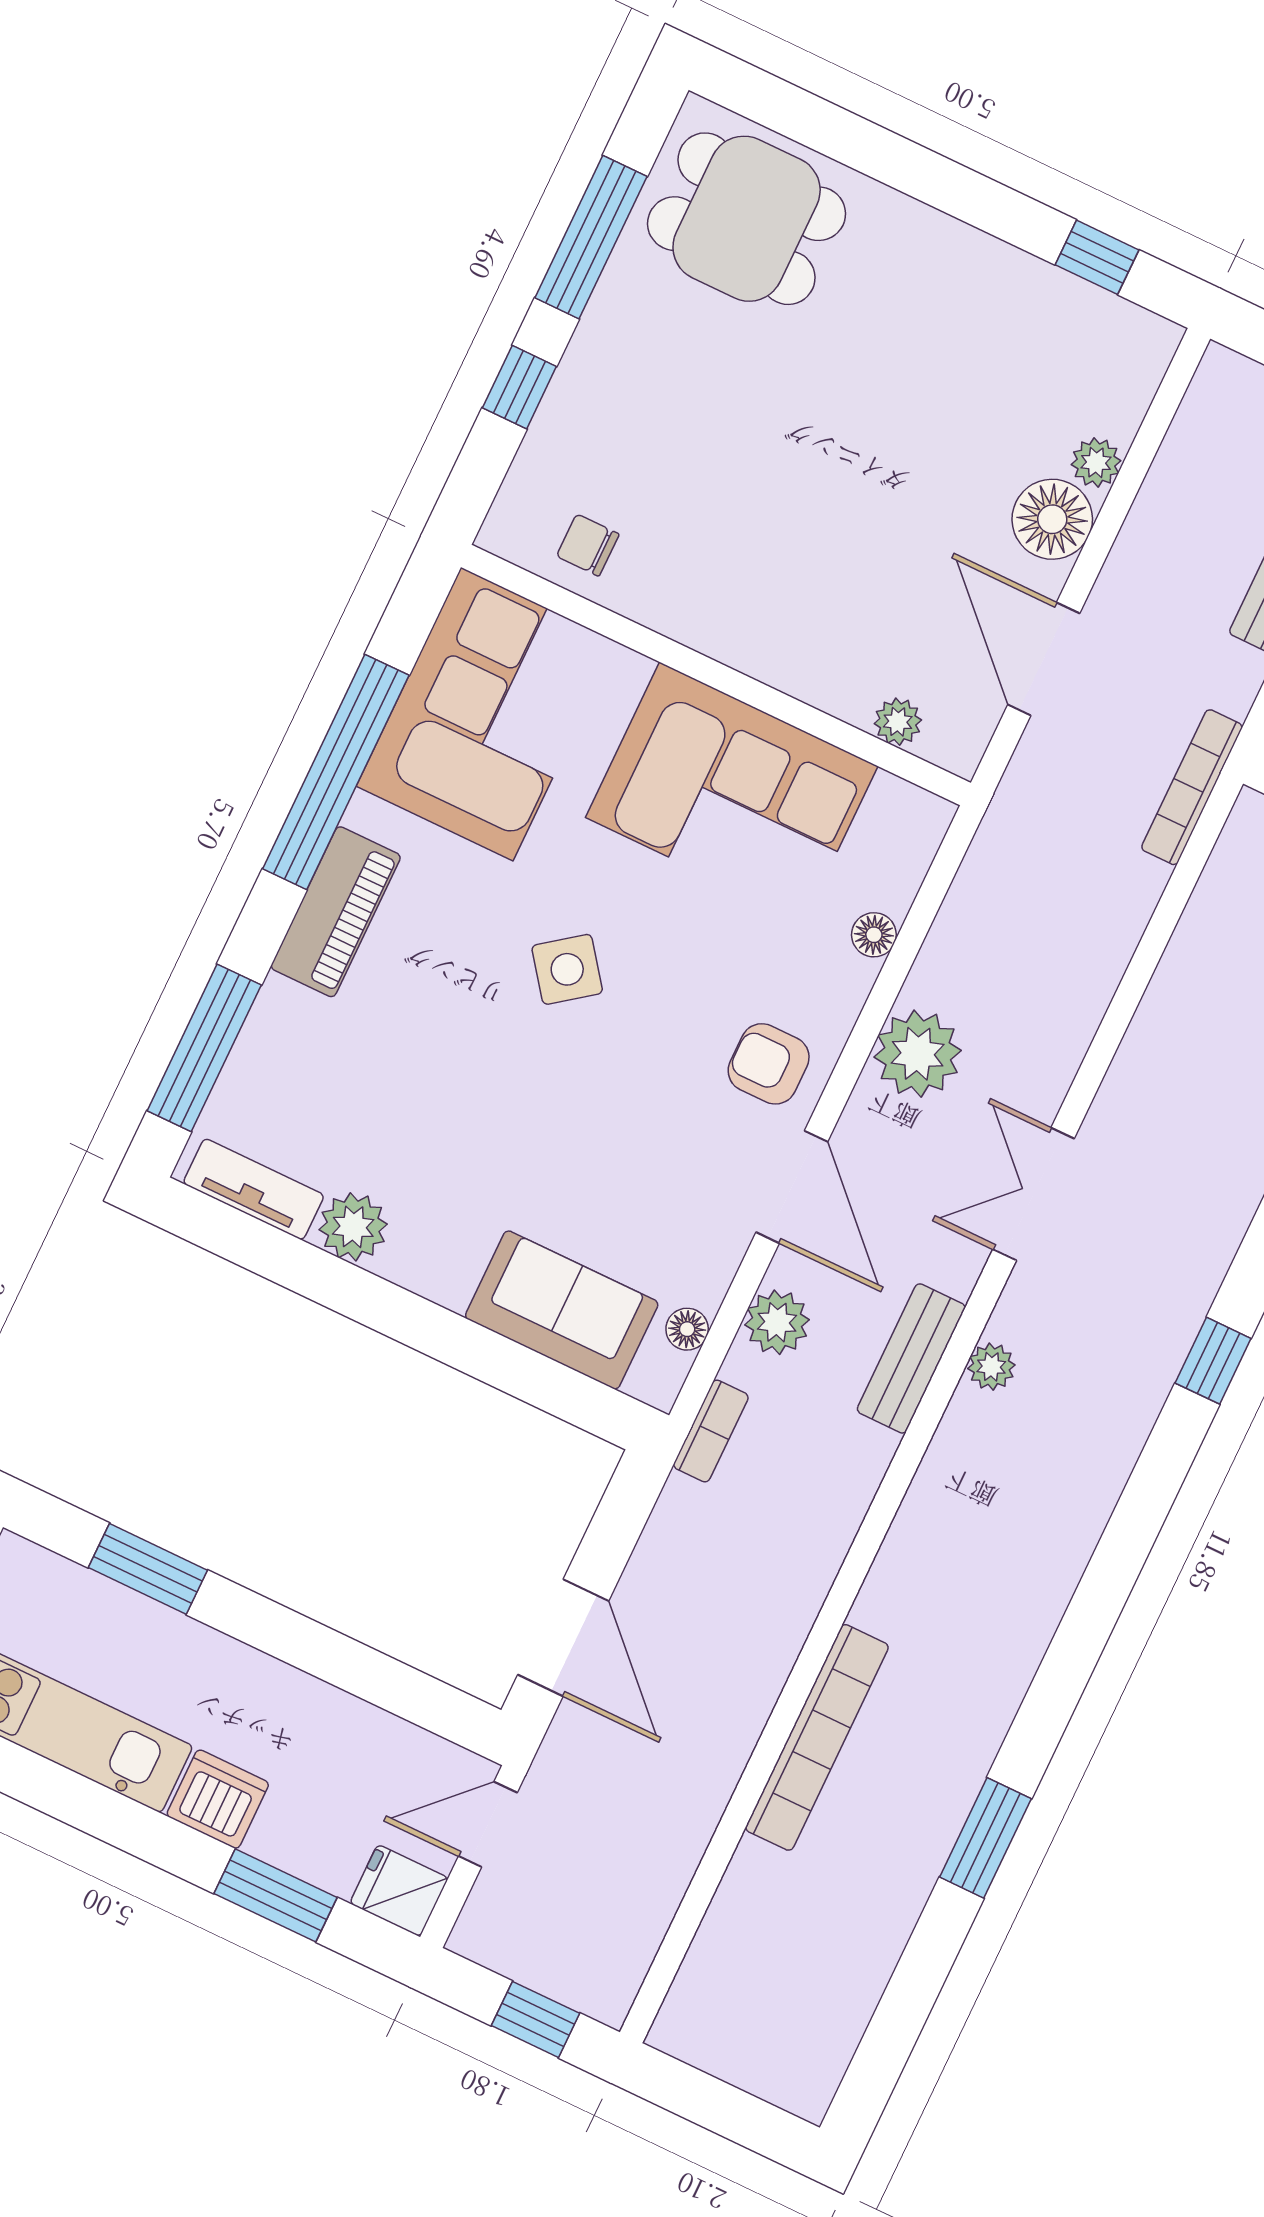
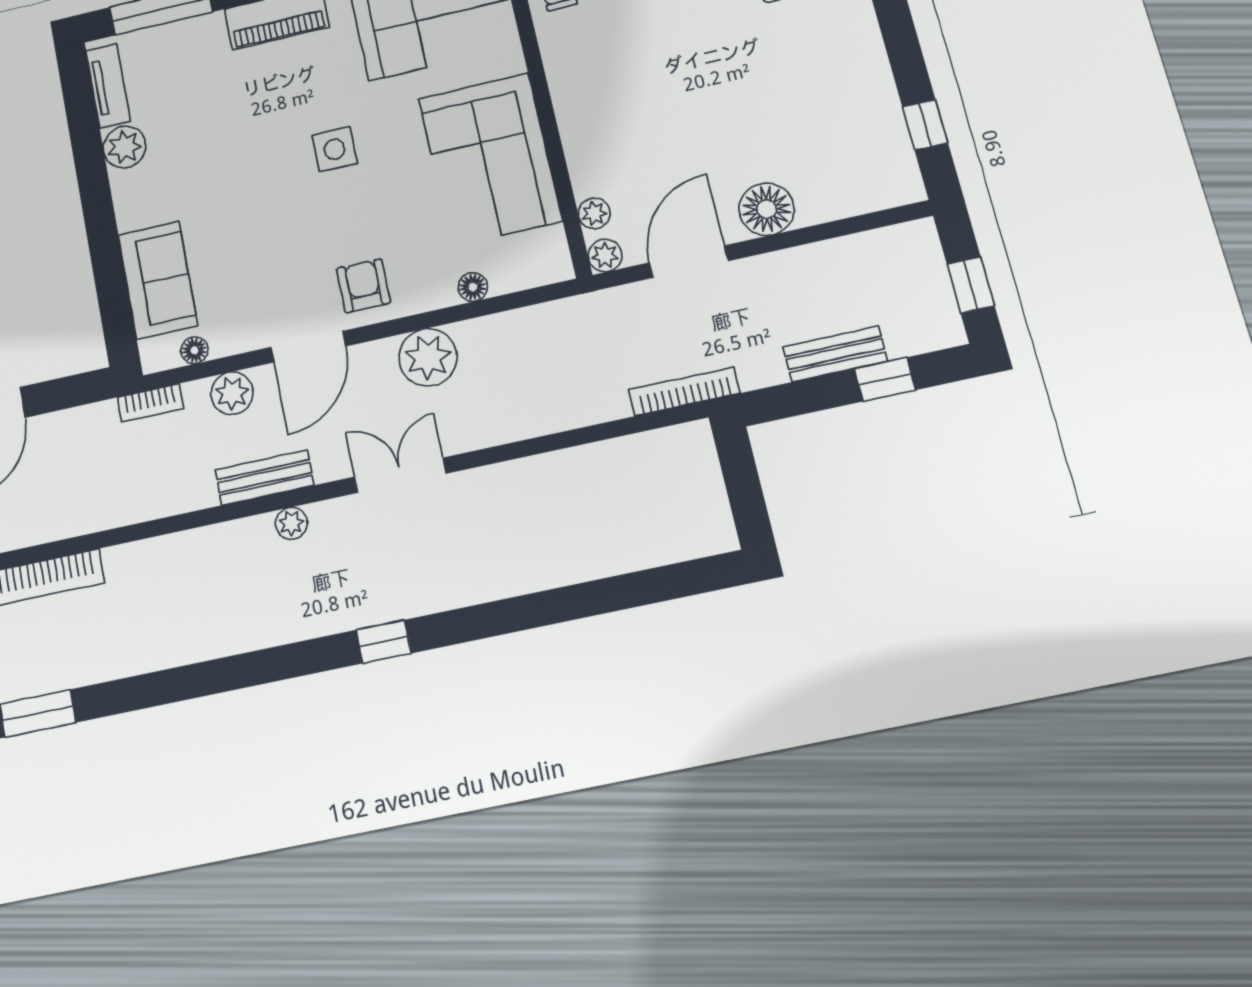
plant: (1096, 463) -> (605, 256), moved
side table: (567, 969) -> (334, 149), turned 37

